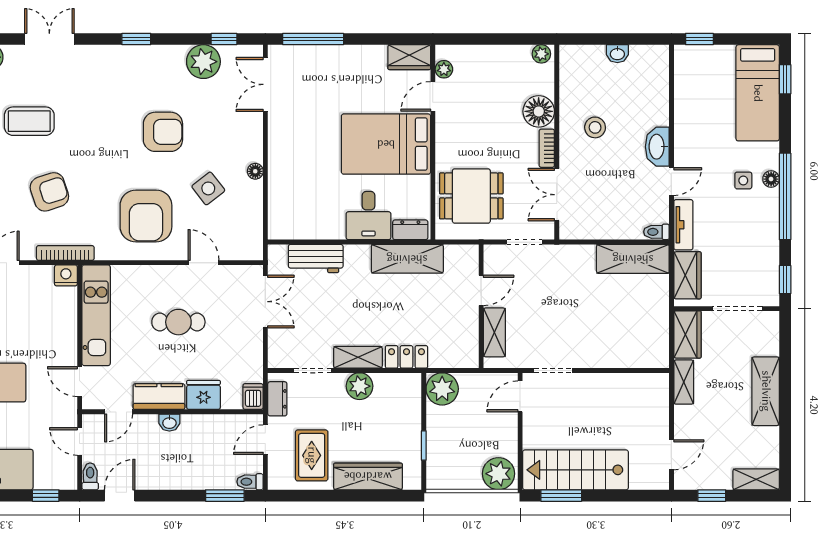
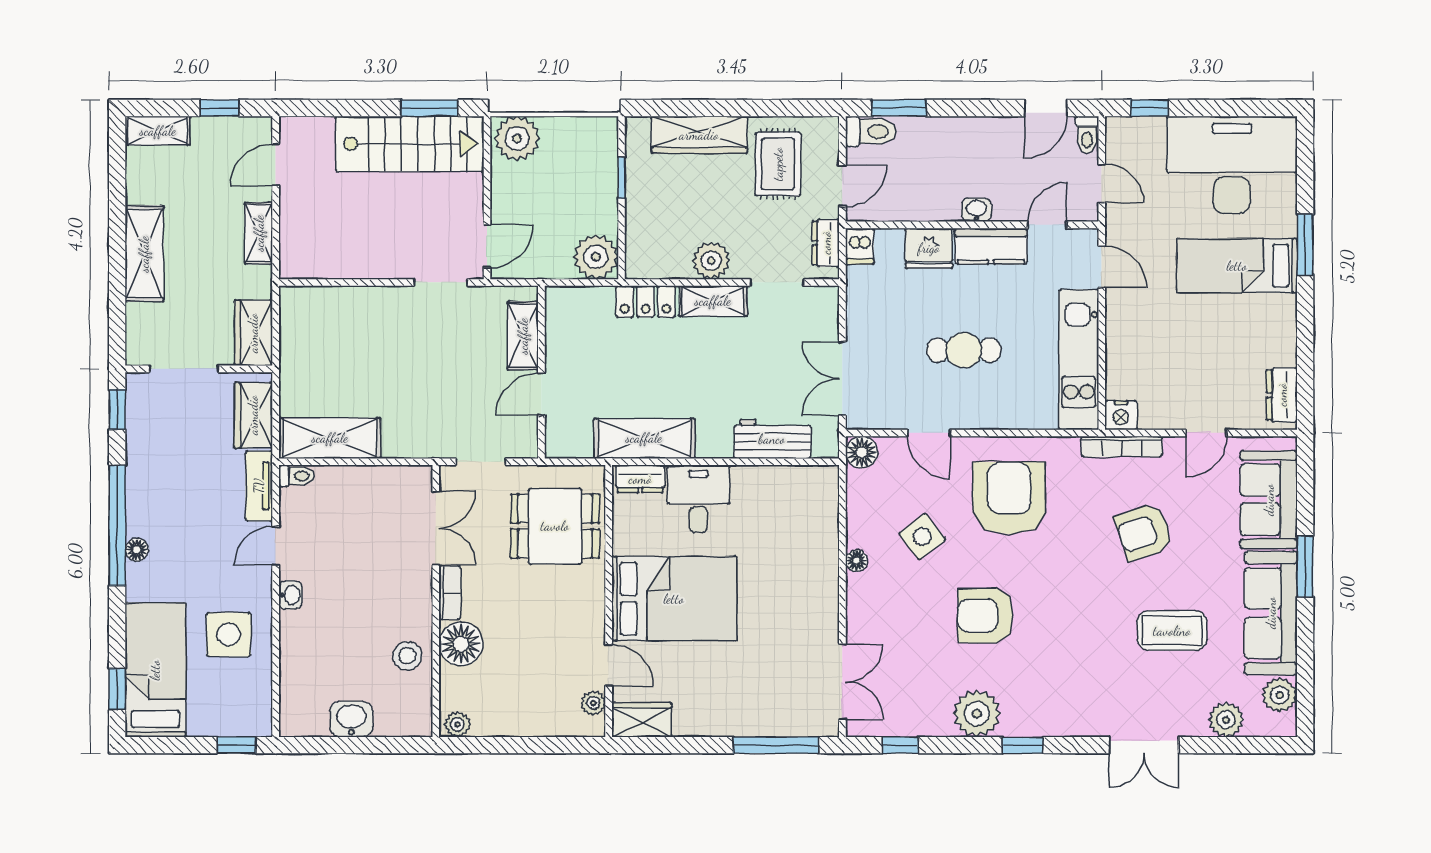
washbasin: (617, 54) -> (351, 719), width x1.38, depth x1.45
plant: (203, 62) -> (977, 714), moved
door: (433, 96) -> (609, 665), hinge flipped
stool: (595, 127) -> (407, 656), moved
washbasin: (657, 147) -> (290, 595), width x0.52, depth x0.69
side table: (743, 180) -> (229, 635), moved, width x1.87, depth x1.87
floor lamp: (252, 249) -> (862, 452), added
shelving: (684, 382) -> (259, 233), moved
toilet: (250, 482) -> (871, 131), width x1.37, depth x1.39

